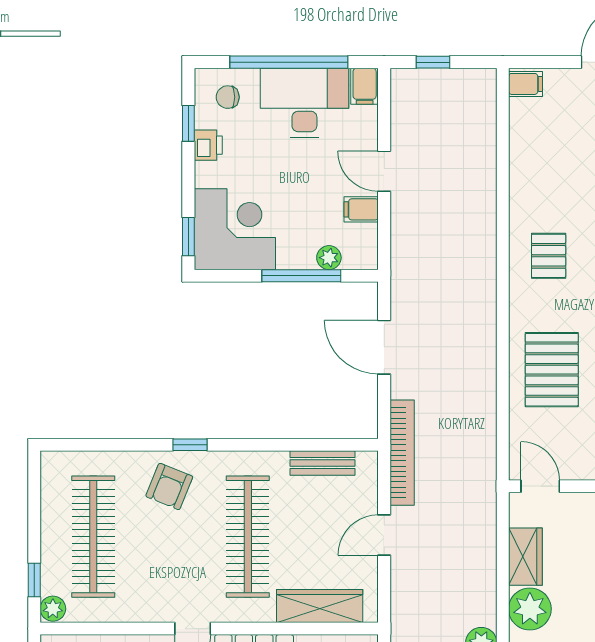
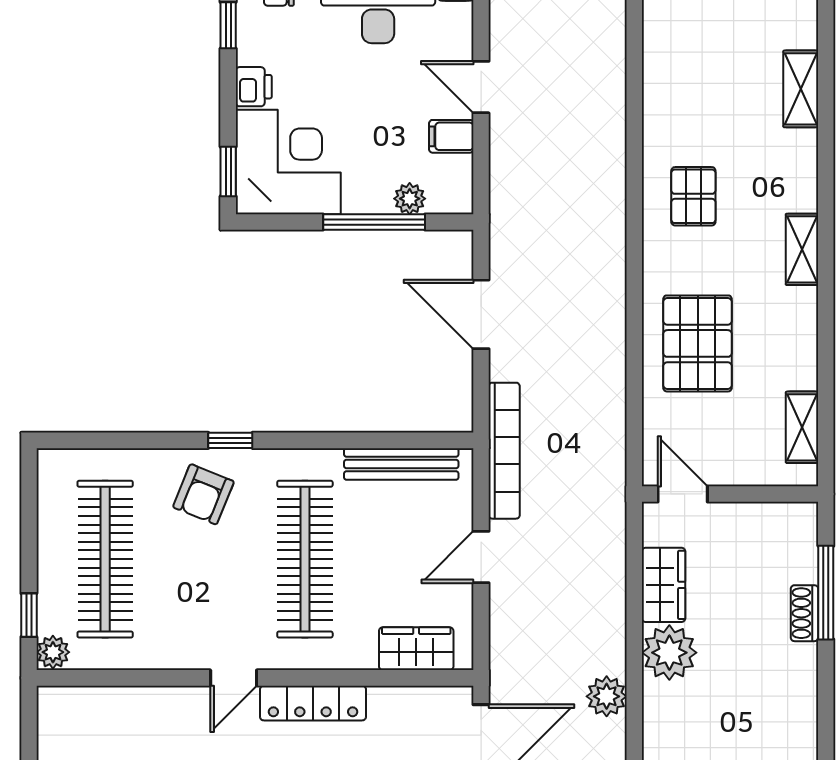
printer: (208, 145) -> (254, 87), moved
bench: (322, 463) -> (401, 464), width x1.36
wardrobe: (320, 606) -> (416, 649), width x0.67

